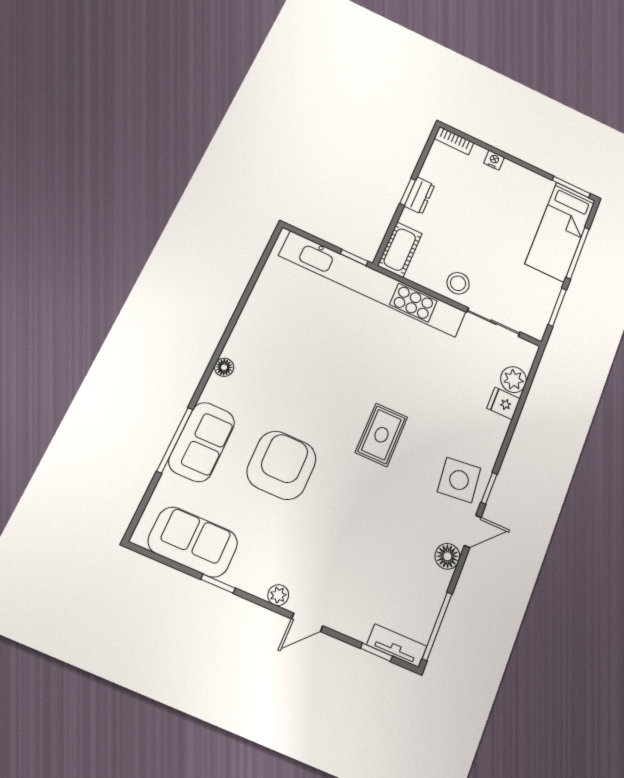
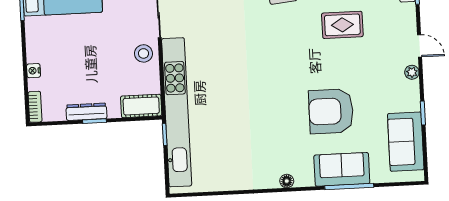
dresser: (419, 196) -> (86, 112), width x1.44
rug: (381, 435) -> (342, 25), moved

